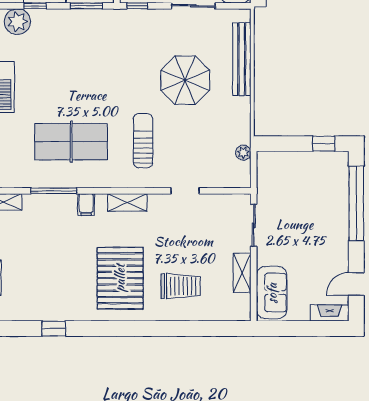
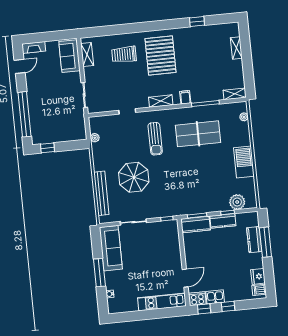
shelving: (242, 273) -> (87, 55), moved

